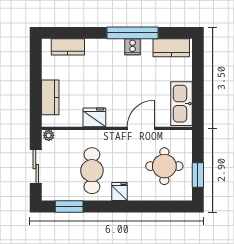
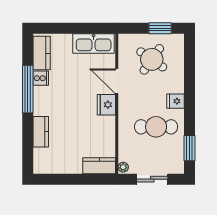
kitchen counter: (68, 47) -> (41, 132), moved
cooker: (133, 47) -> (41, 78), moved
kitchen counter: (50, 97) -> (99, 166), moved
fridge: (94, 117) -> (106, 105), moved
round table: (164, 166) -> (152, 59), turned 35

